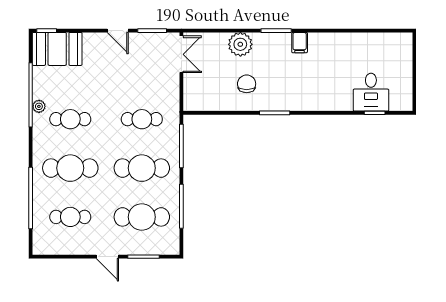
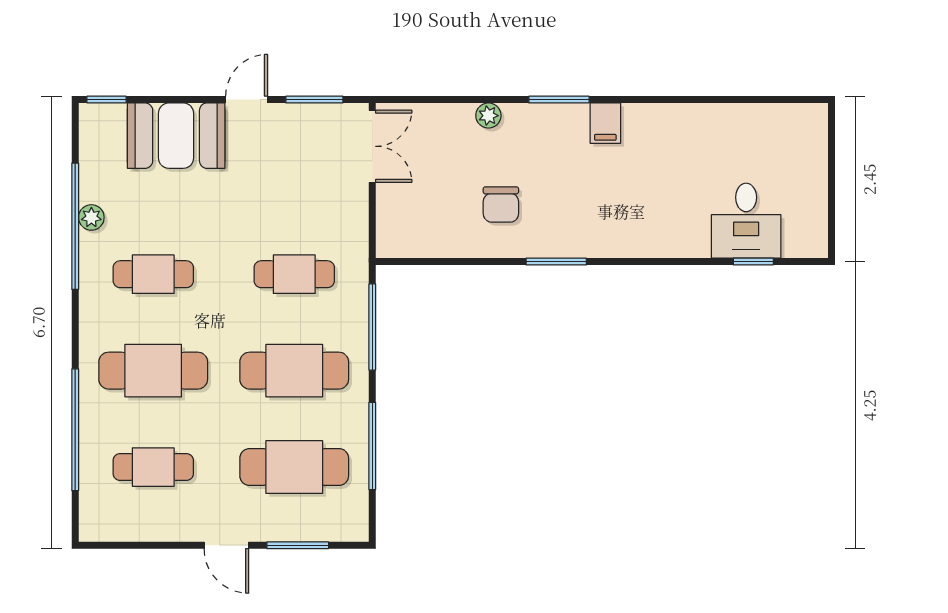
door: (118, 31) -> (247, 100), swing flipped
plant: (240, 44) -> (488, 116), width x0.53, depth x0.53
booth: (57, 49) -> (176, 136), moved
chair: (247, 84) -> (501, 204), turned 180
plant: (39, 106) -> (91, 217), moved

